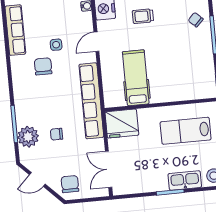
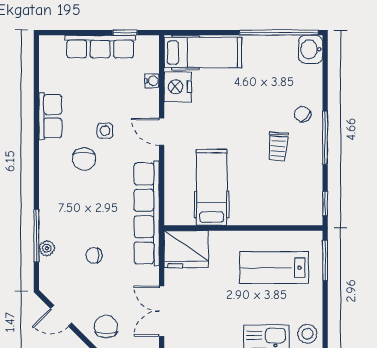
trolley: (143, 16) -> (278, 146), moved, turned -86
row of seats: (15, 30) -> (50, 116), width x0.68
door: (96, 42) -> (162, 132), hinge flipped
chair: (43, 66) -> (84, 159), turned 180
plant: (28, 137) -> (47, 248), width x0.53, depth x0.53

